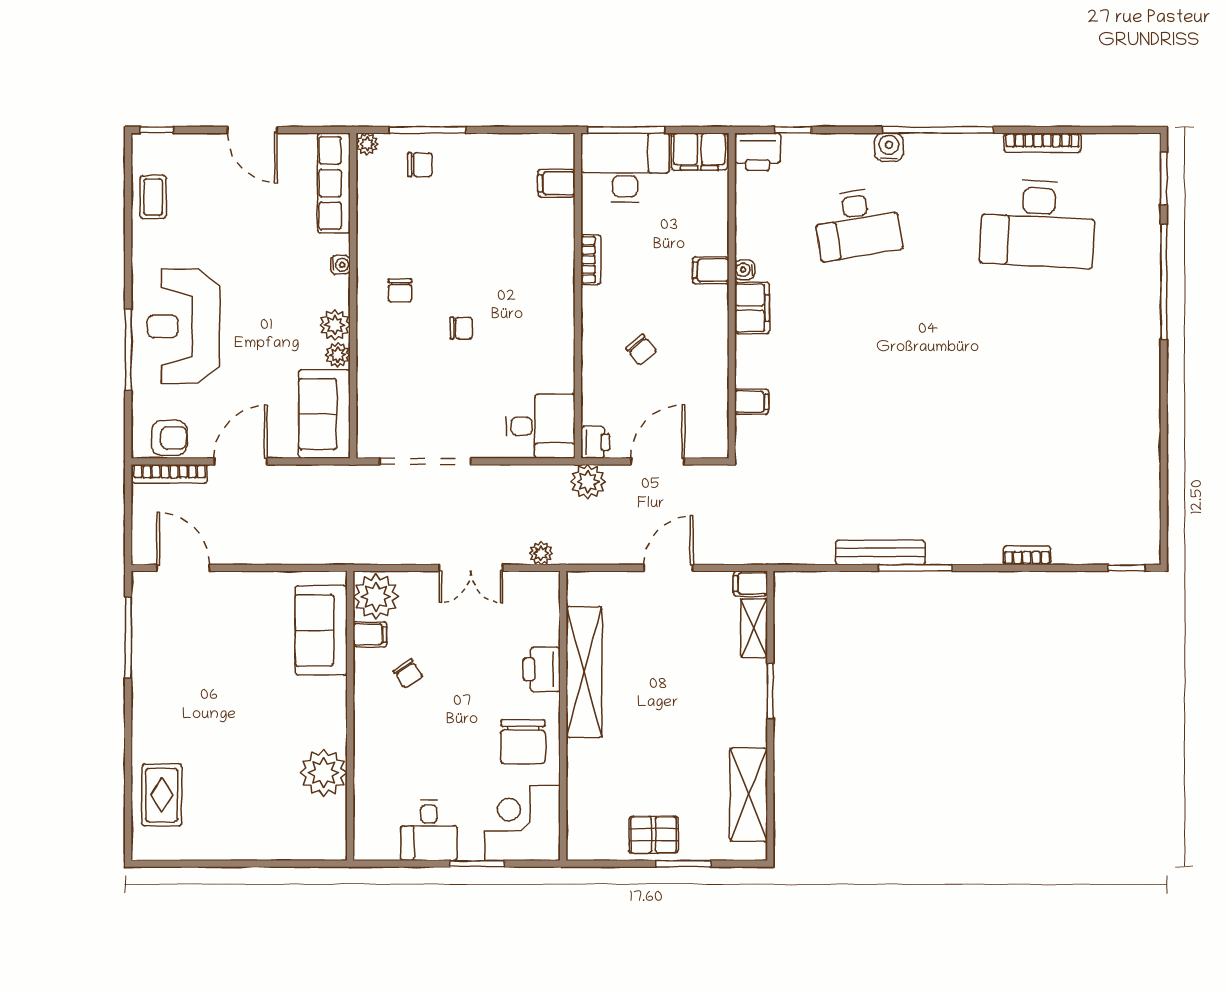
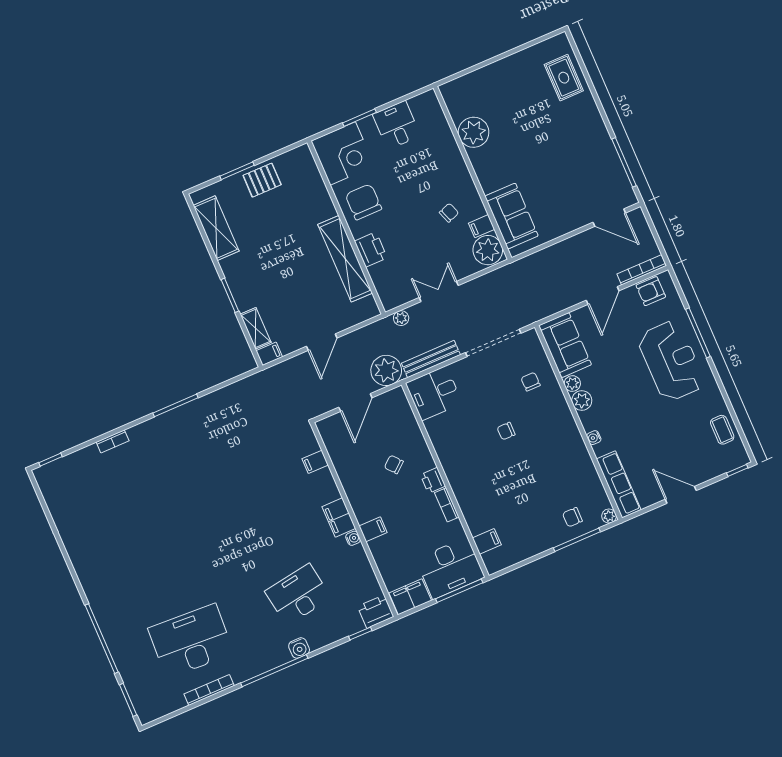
chair: (400, 291) -> (531, 382), moved
printer: (595, 442) -> (433, 480), moved
plant: (588, 482) -> (386, 370), width x1.36, depth x1.36
bench: (880, 552) -> (431, 359), moved
chair: (408, 674) -> (449, 213), turned 104

